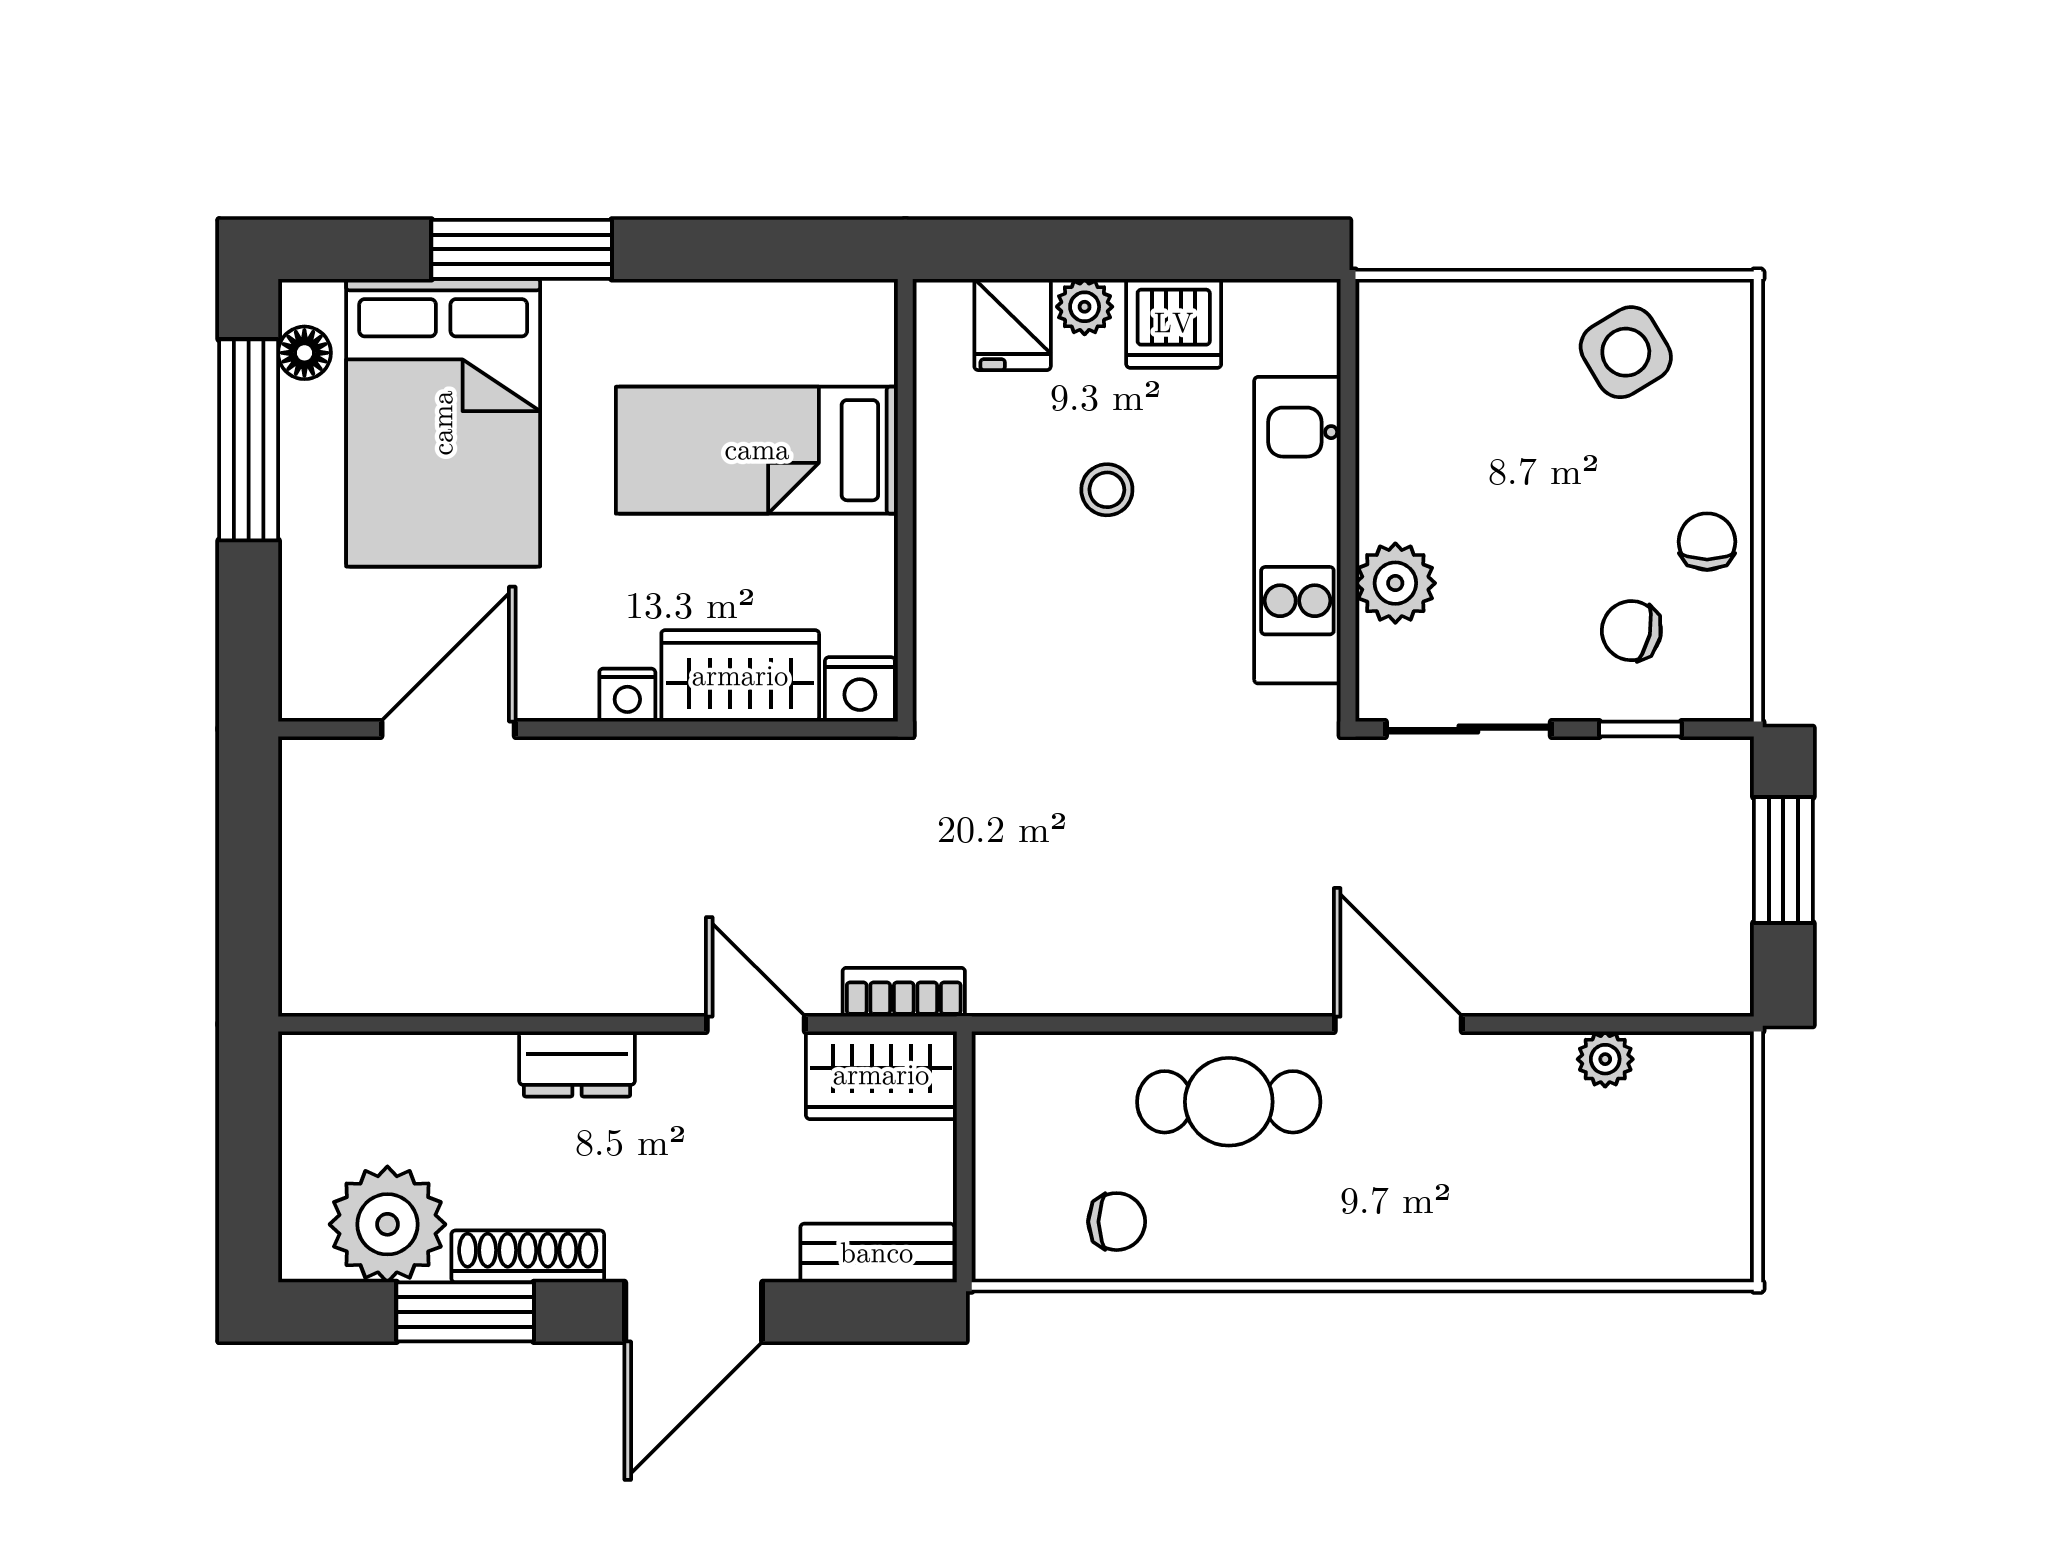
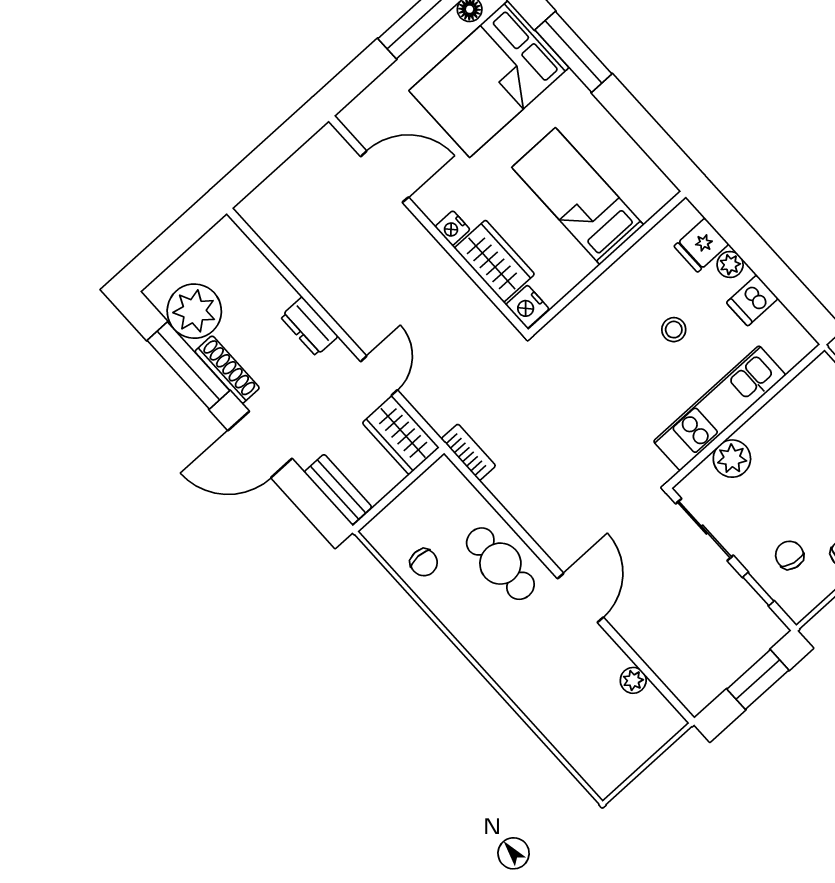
dishwasher: (1174, 323) -> (752, 301), width x0.73
bookcase: (904, 992) -> (468, 452), moved
window: (465, 1312) -> (188, 365), width x1.44

